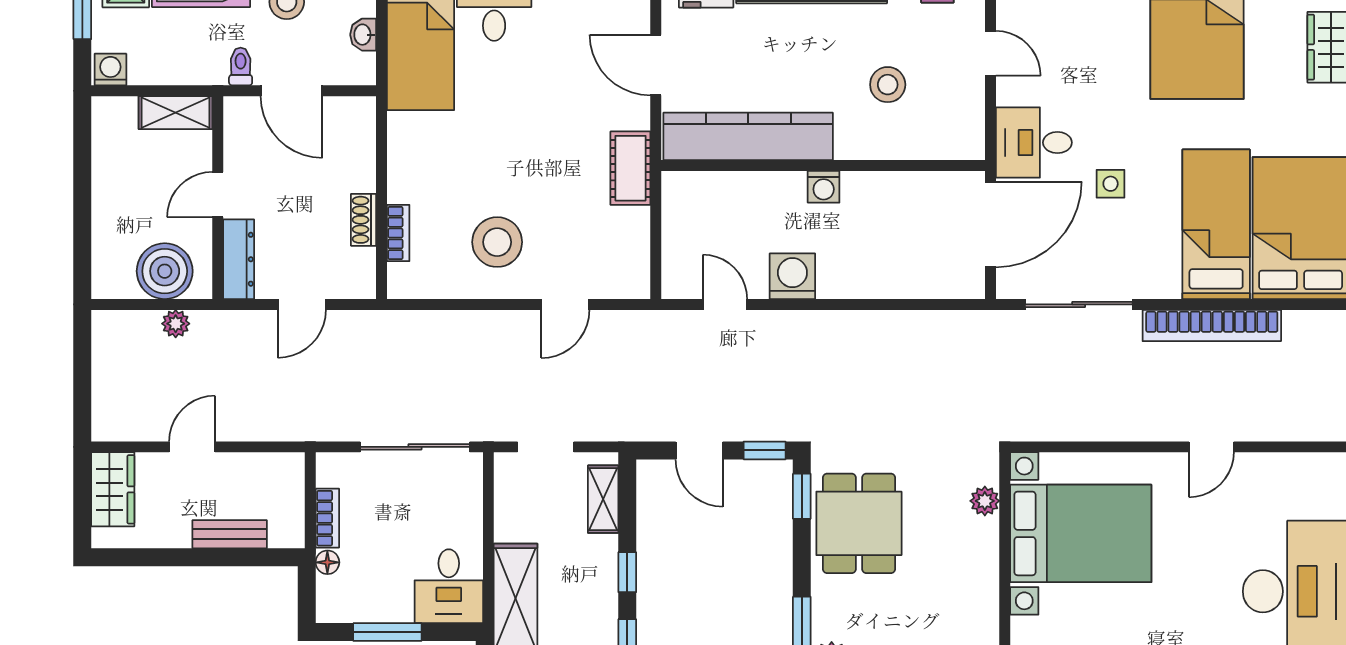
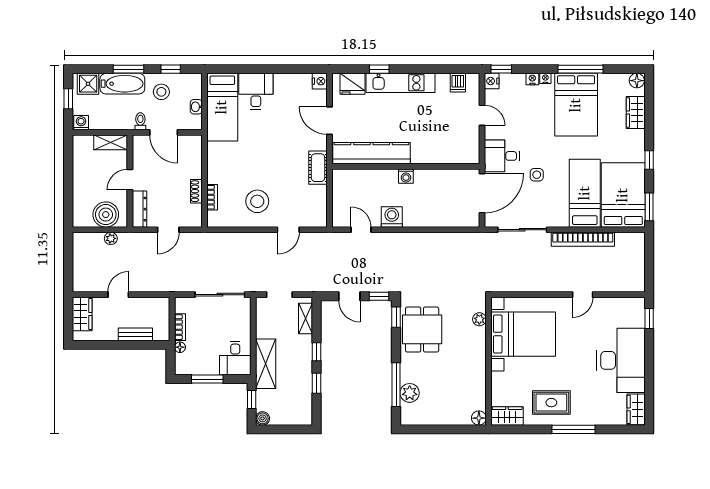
stool: (888, 85) -> (435, 130), removed

